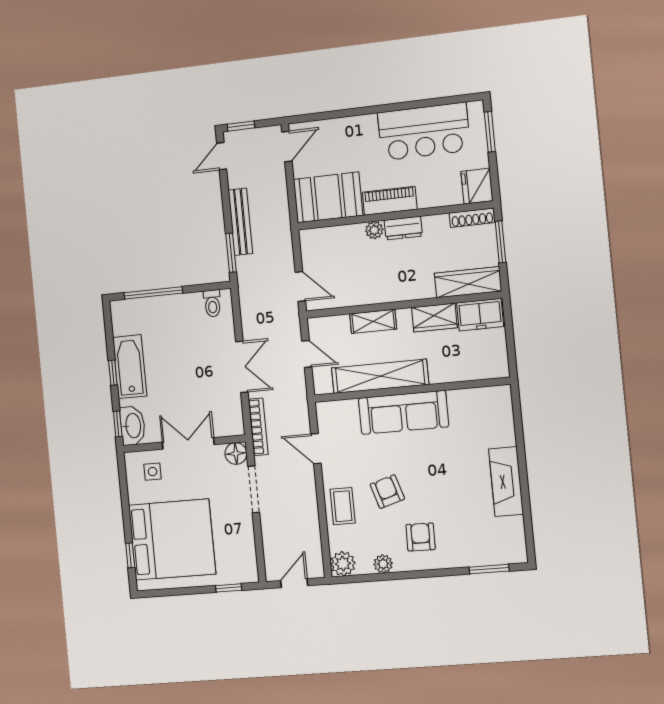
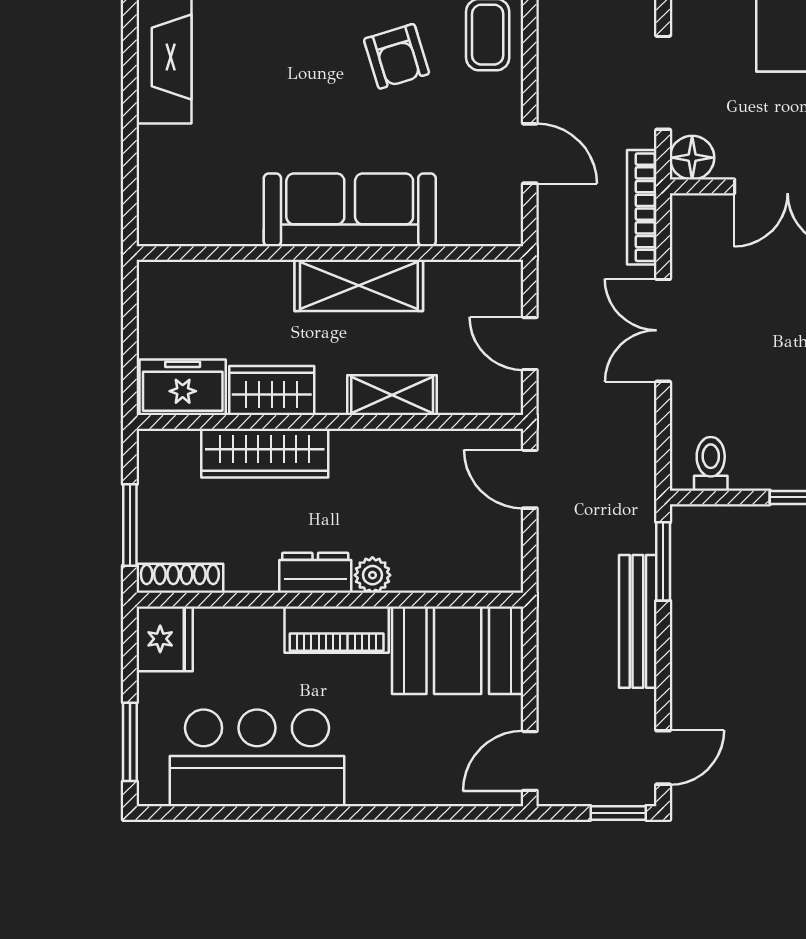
wardrobe: (468, 282) -> (265, 453), moved
shelving: (380, 376) -> (359, 285), width x0.68

